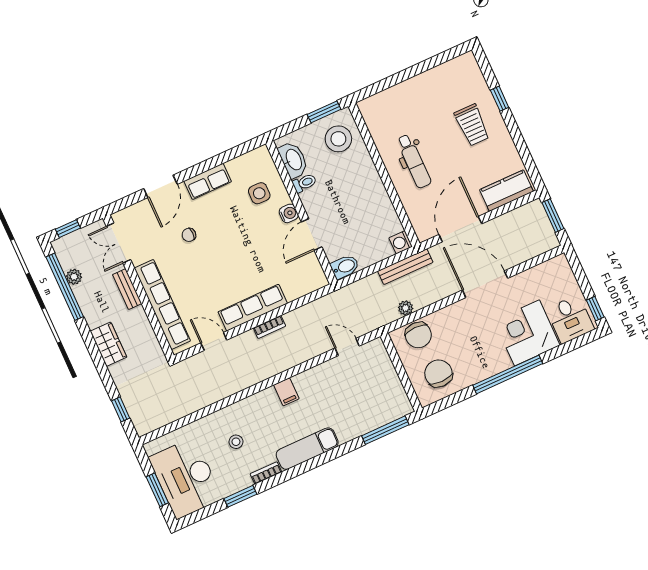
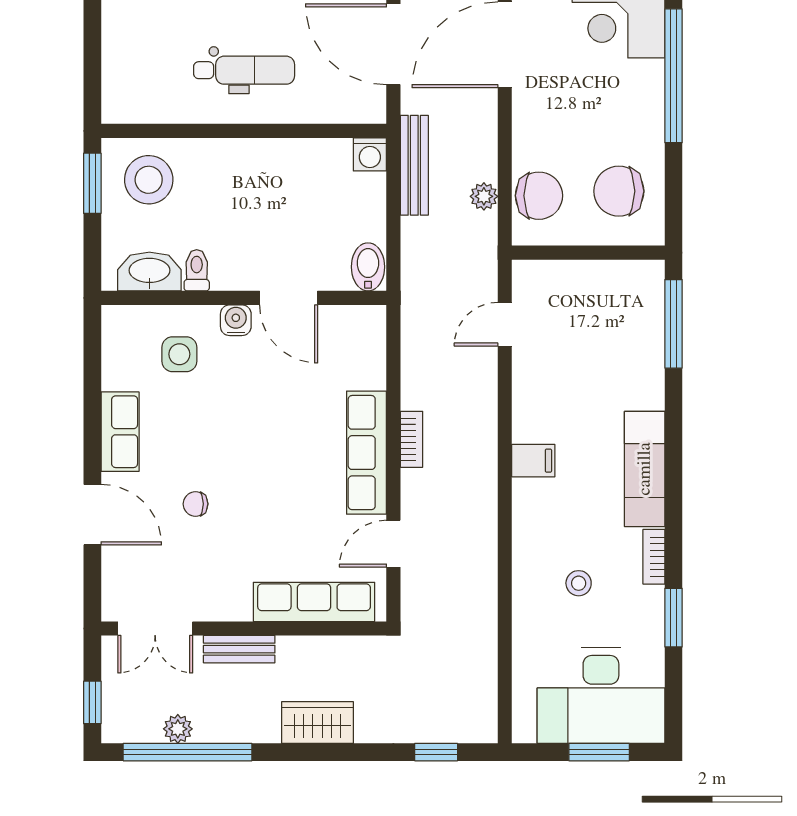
chair: (189, 235) -> (195, 504), turned 90
row of seats: (162, 304) -> (314, 602), width x0.73

